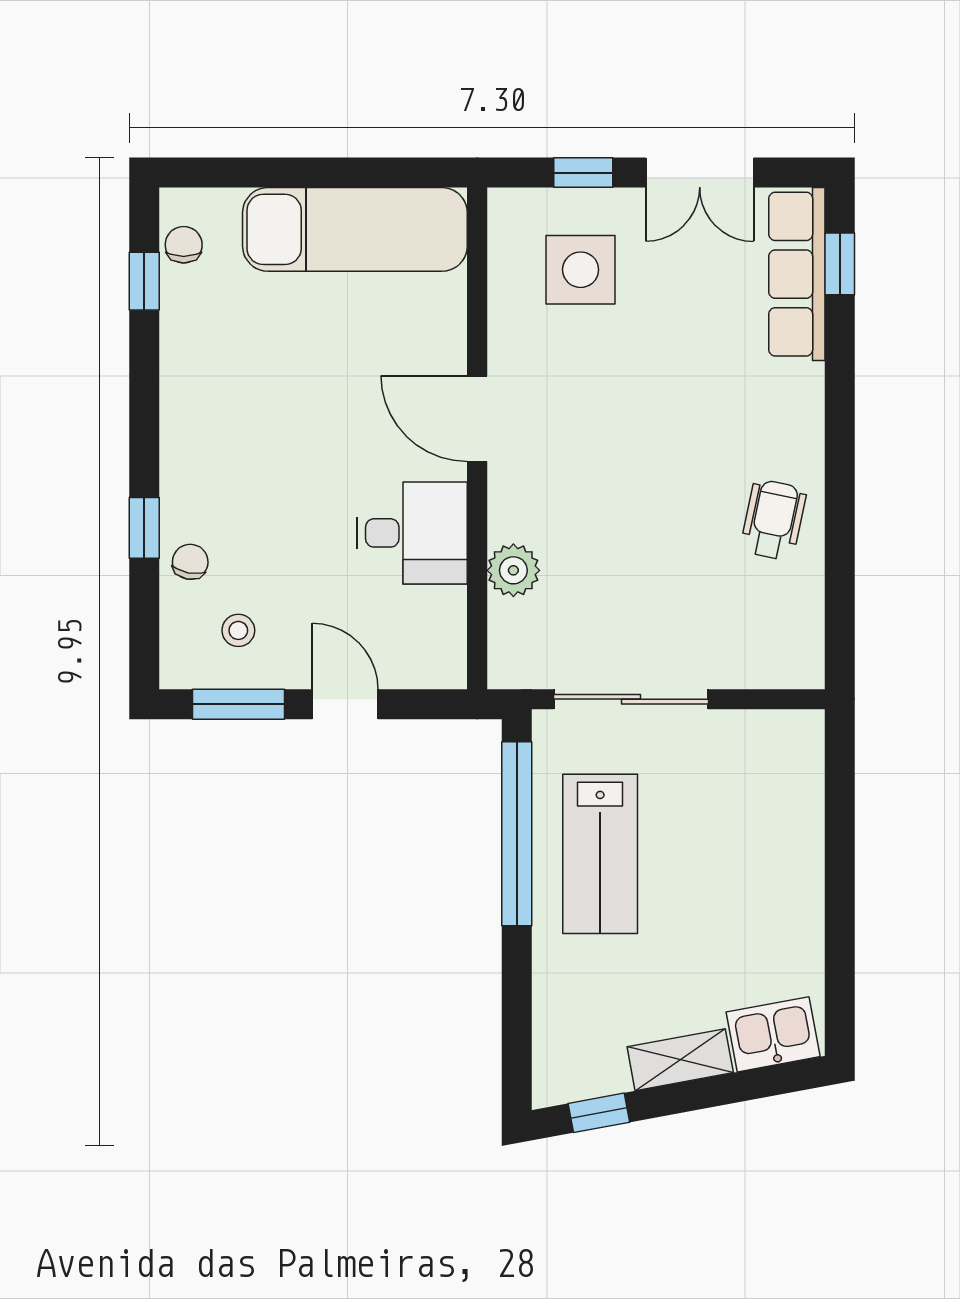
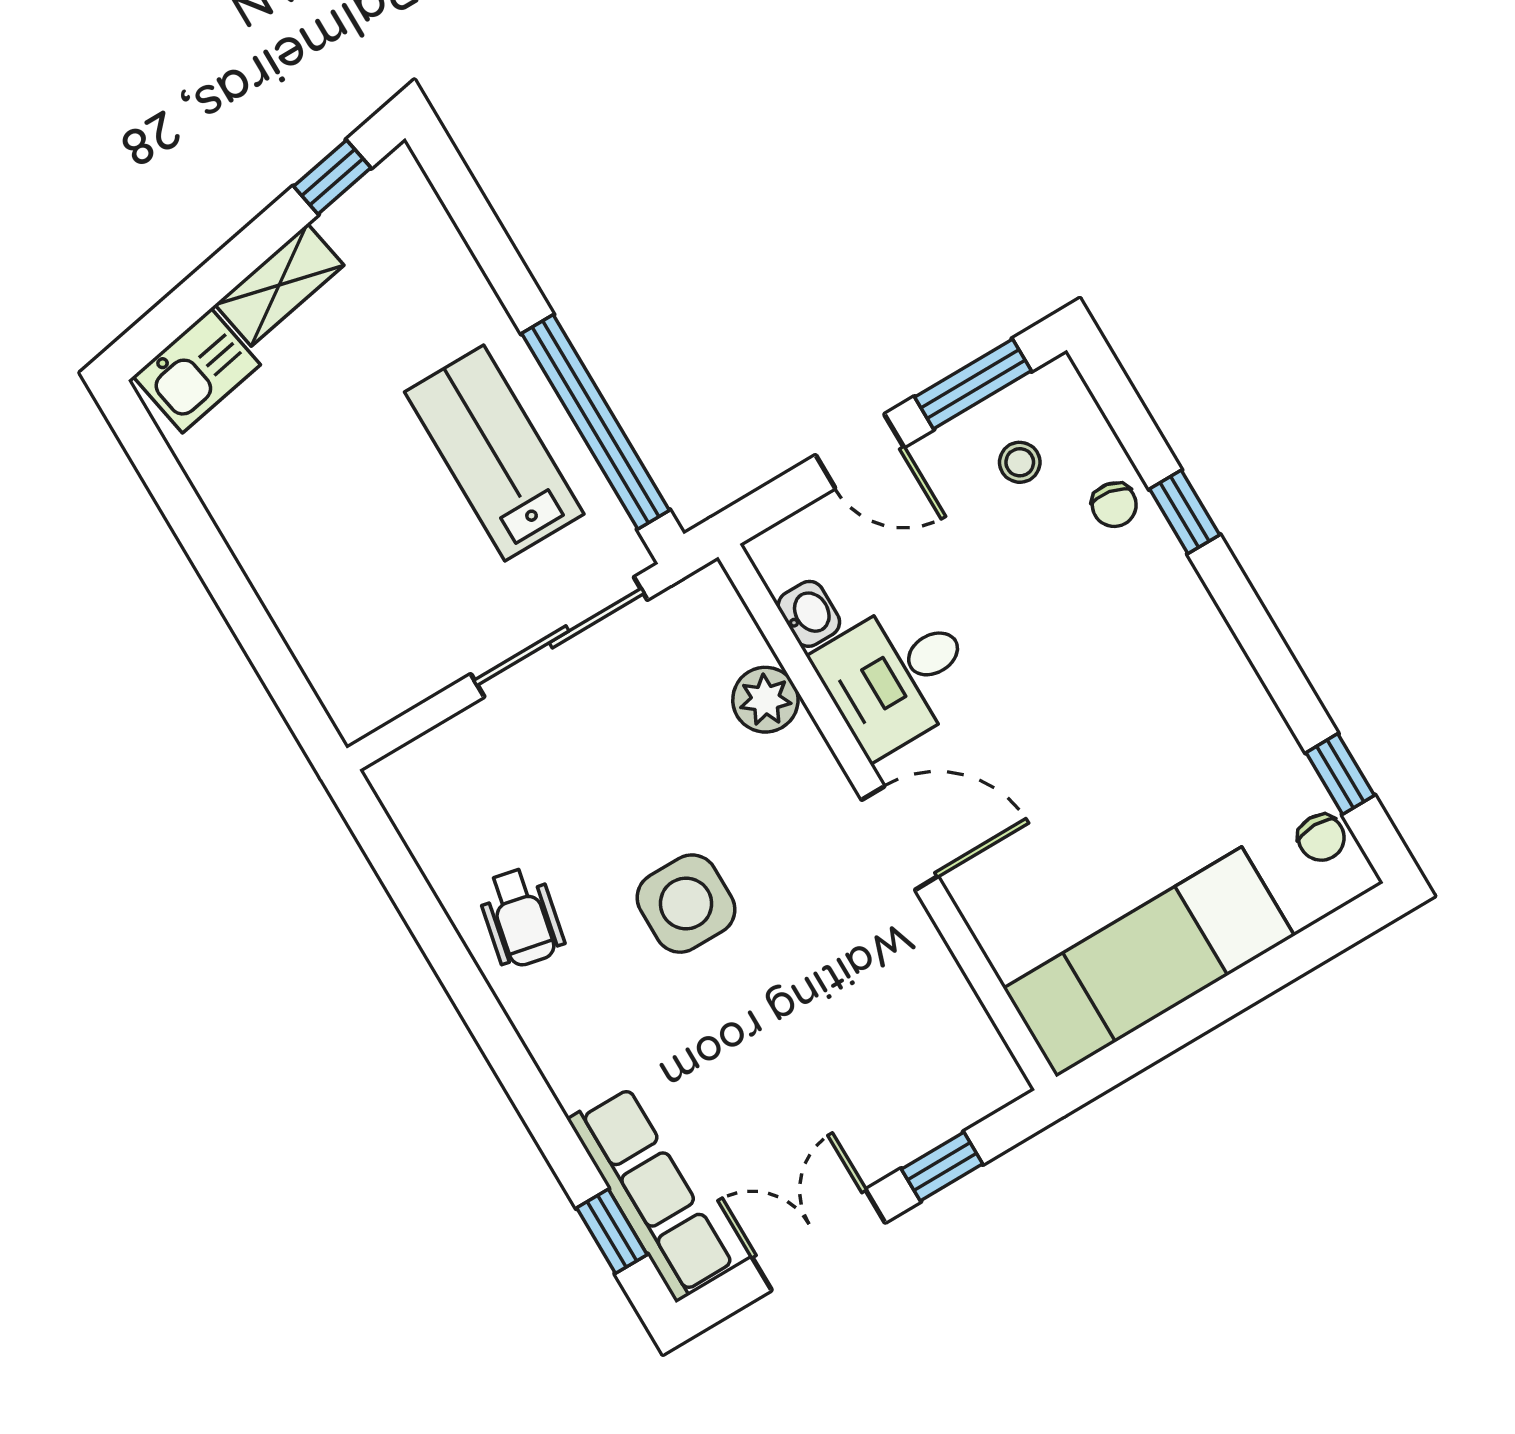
side table: (581, 270) -> (686, 904), moved
washbasin: (448, 612) -> (809, 614), added

